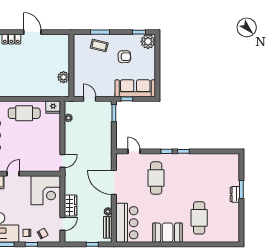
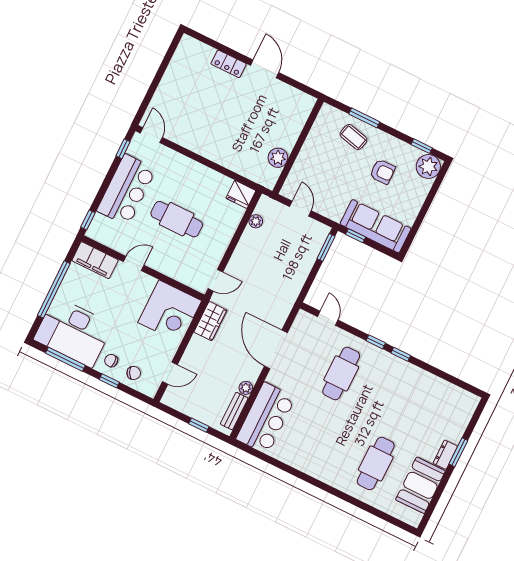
cafe table: (24, 113) -> (177, 219), moved
wardrobe: (71, 206) -> (210, 321), moved
booth: (168, 233) -> (420, 485), moved, turned 90

